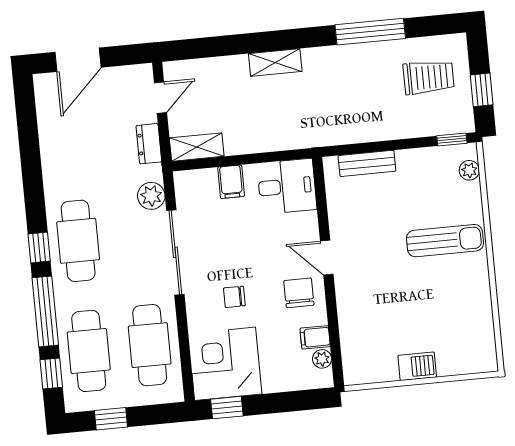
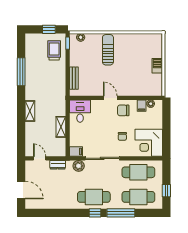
trolley: (429, 77) -> (54, 50), moved
shelving: (197, 147) -> (61, 127), moved
filing cabinet: (231, 182) -> (76, 152), moved
door: (327, 258) -> (110, 98), swing flipped
window: (51, 374) -> (146, 213), removed
window: (227, 408) -> (166, 144), removed

